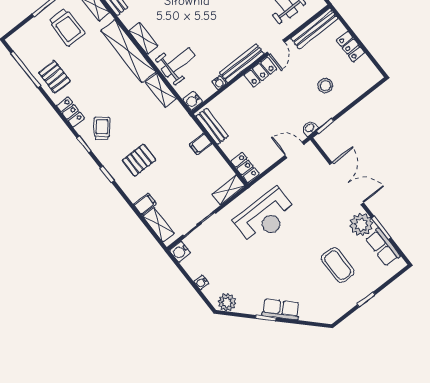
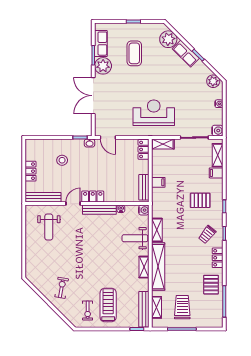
plant: (312, 310) -> (168, 39), added

